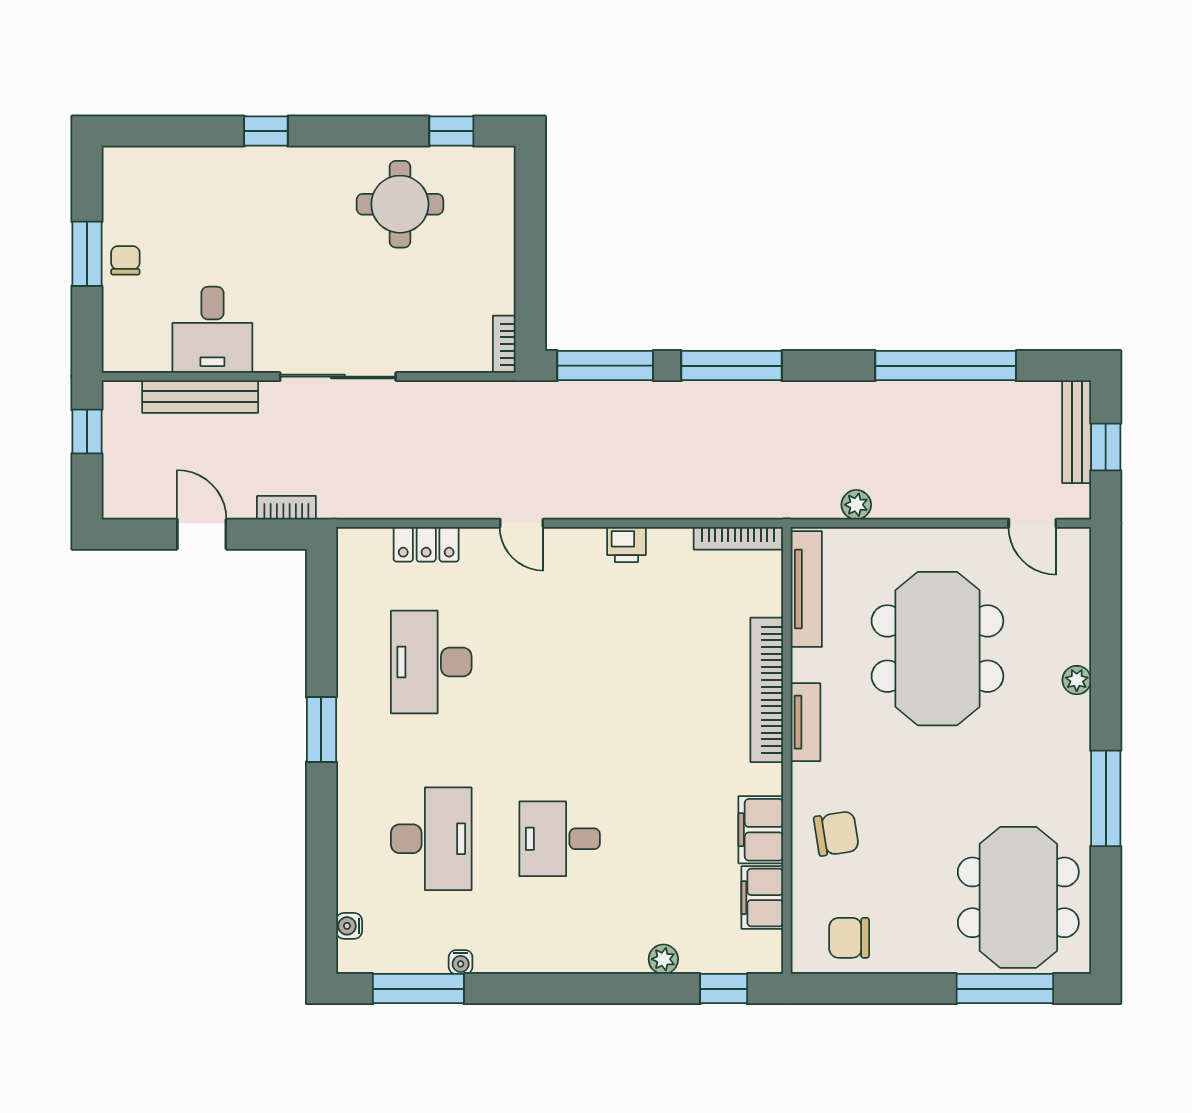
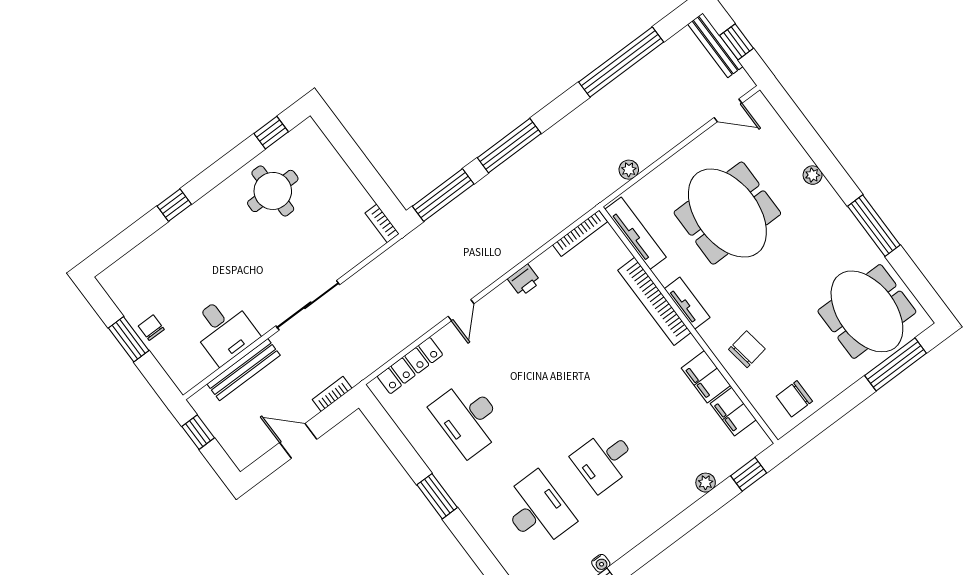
door: (522, 523) -> (461, 310), hinge flipped
locker: (426, 544) -> (410, 365), width x1.53

